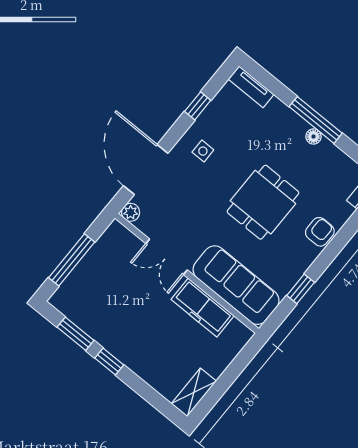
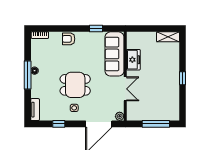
dining table: (263, 202) -> (75, 85), moved
freezer: (203, 308) -> (133, 60), width x0.71
window: (75, 334) -> (182, 100), removed

